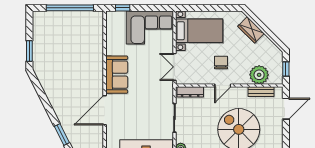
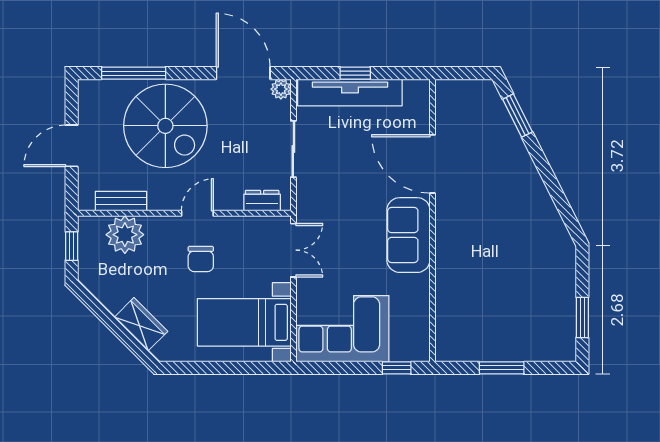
window: (70, 8) -> (502, 368), width x0.47
window: (29, 51) -> (582, 317), moved
dresser: (190, 92) -> (262, 201), width x0.70
door: (286, 109) -> (72, 146), moved
door: (105, 110) -> (432, 164), swing flipped

